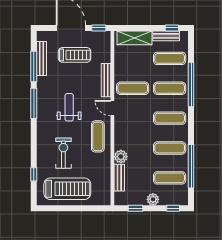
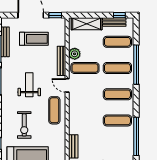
exercise bike: (63, 153) -> (24, 125), turned 180
plant: (121, 157) -> (75, 54), moved
exercise mat: (170, 178) -> (117, 147), removed

